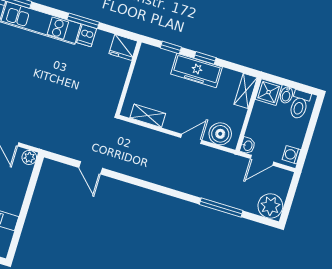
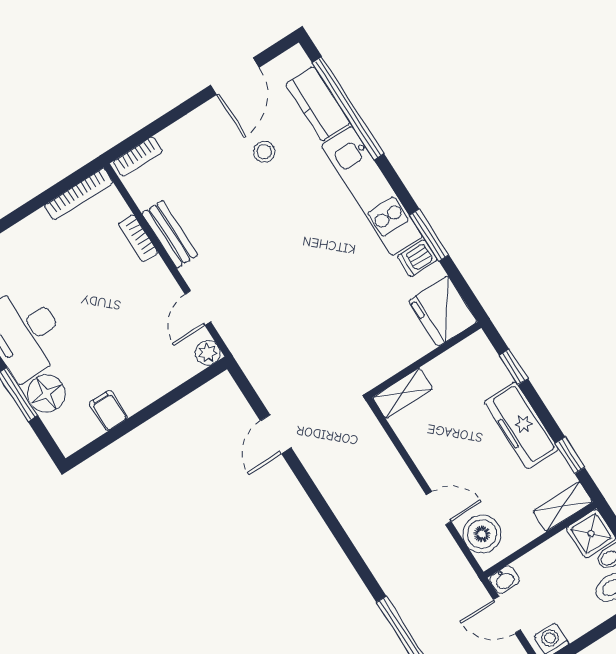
fridge: (123, 47) -> (443, 311), width x1.36, depth x1.34
window: (205, 58) -> (570, 455), moved
shelving: (148, 116) -> (403, 393), moved, turned 90

